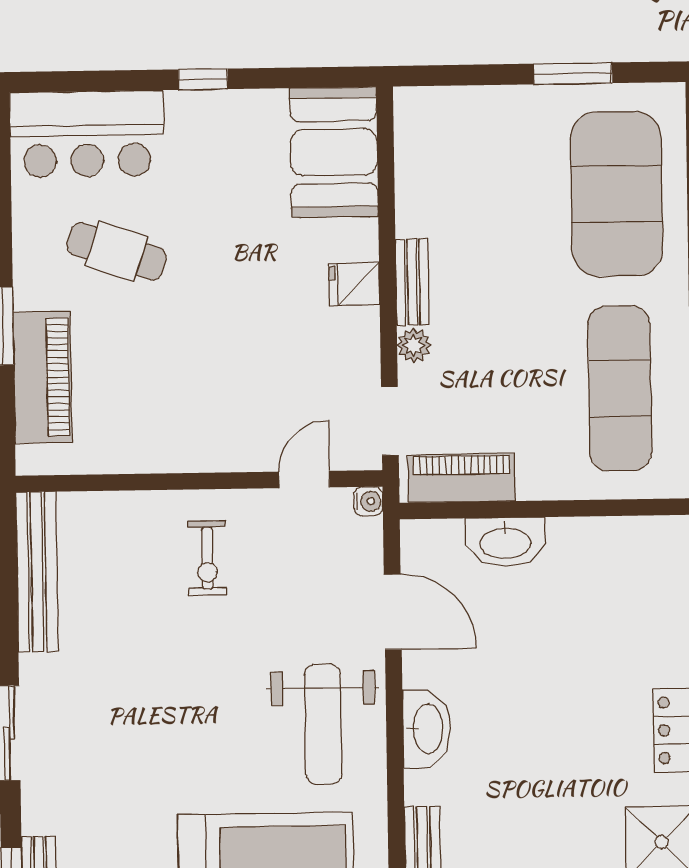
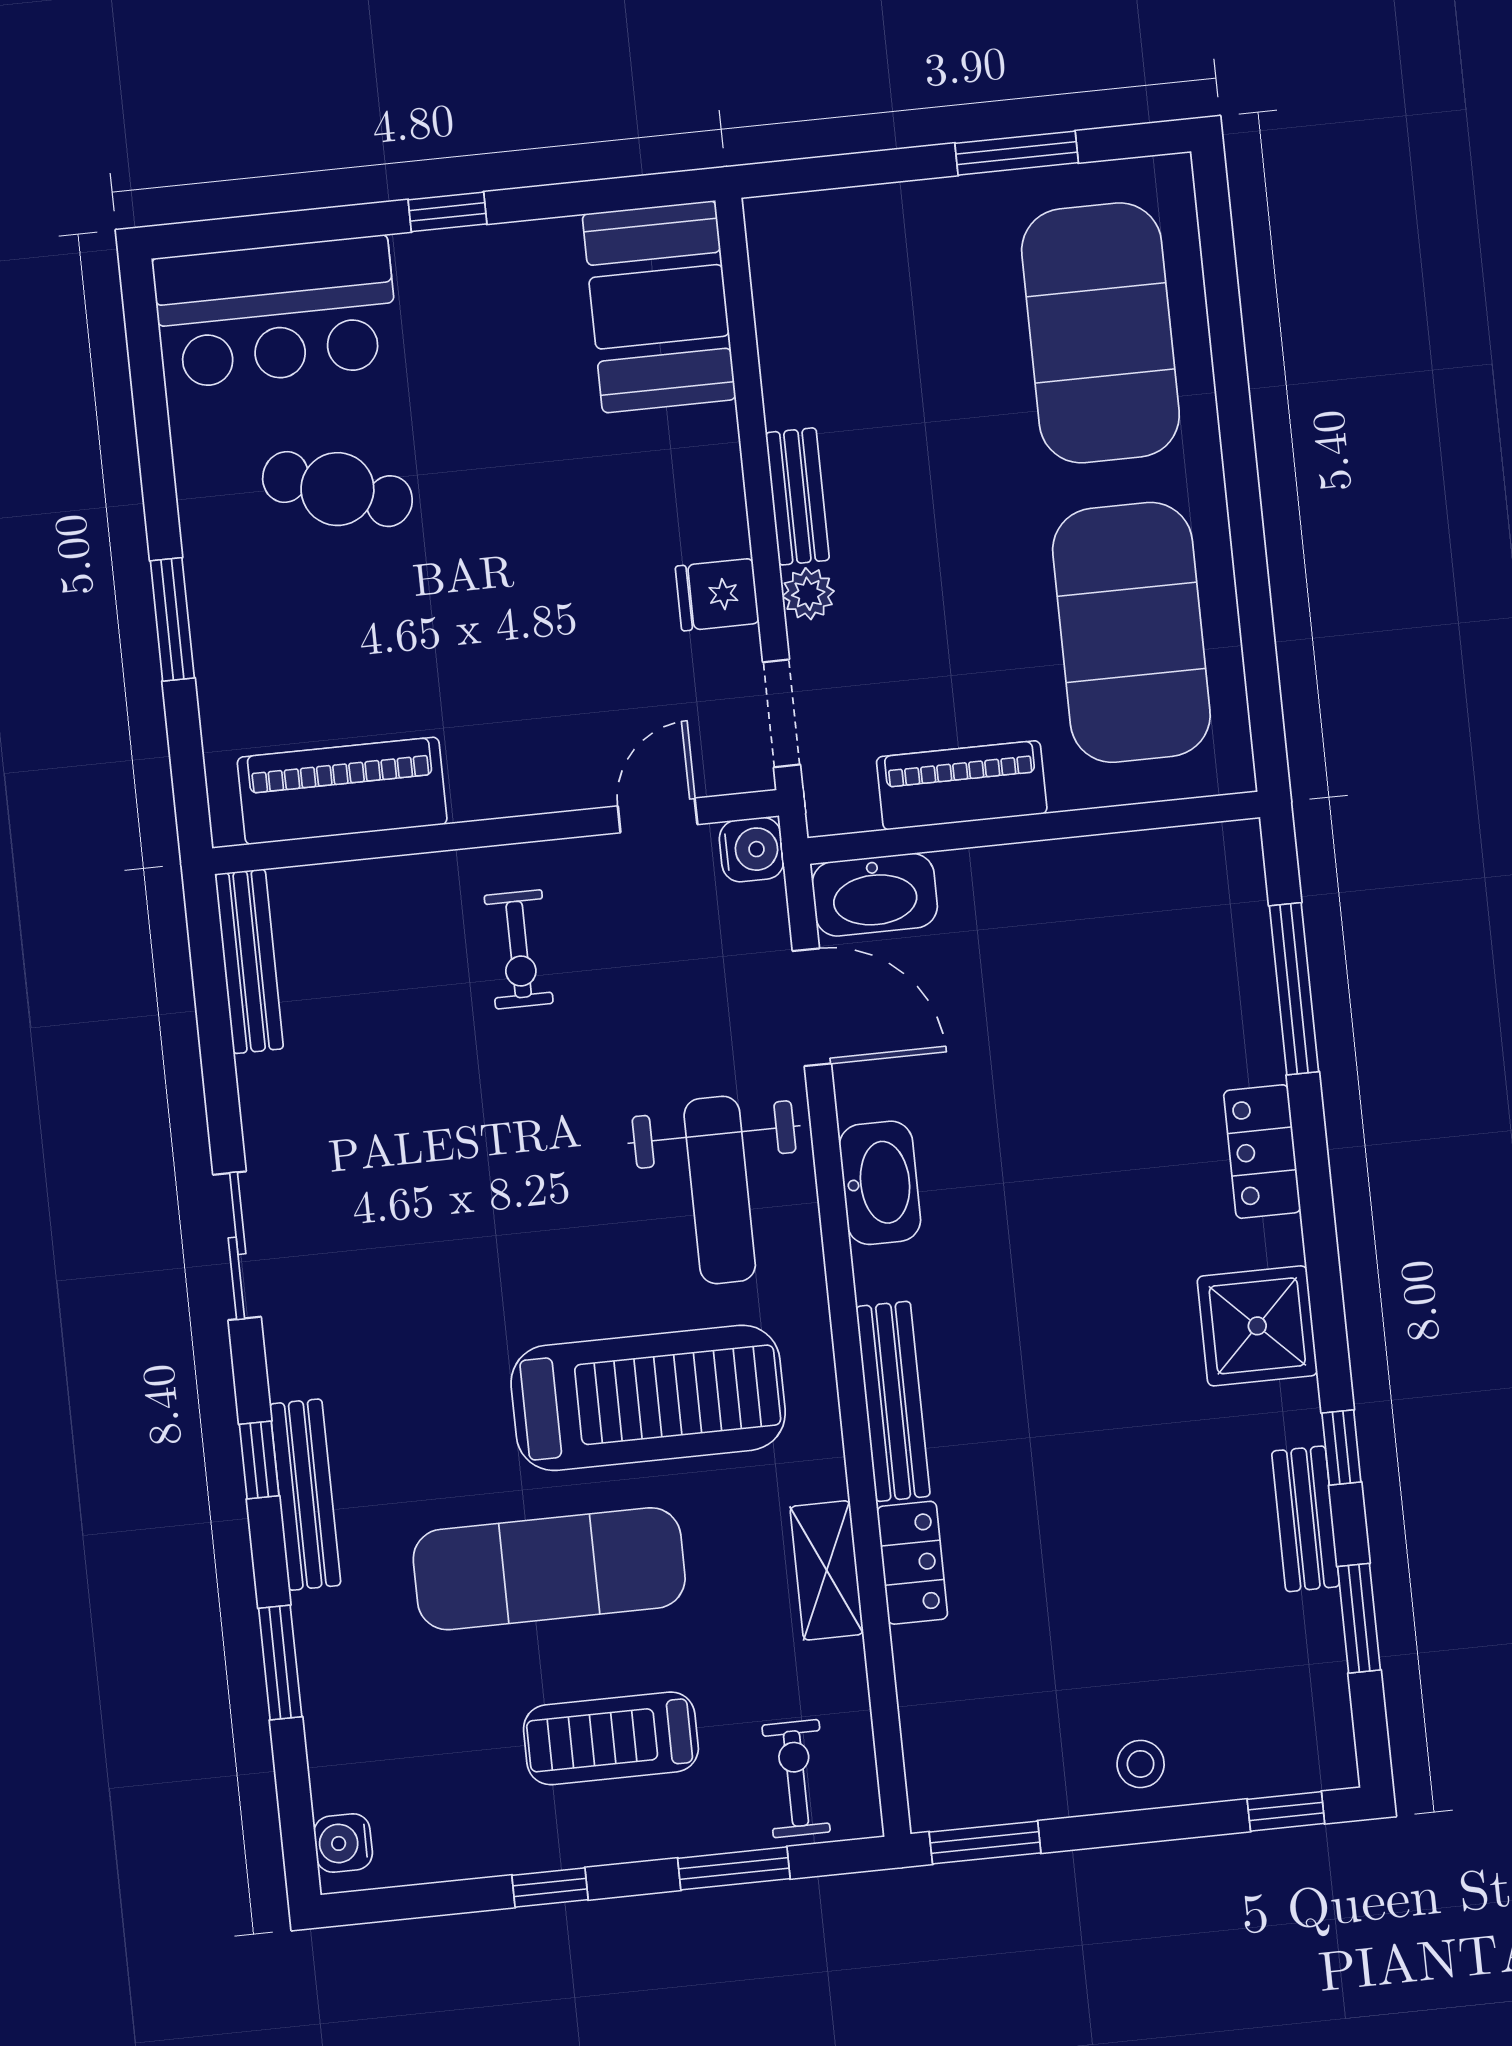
fridge: (354, 284) -> (717, 595), moved
piano: (42, 377) -> (342, 791), moved, turned -90
exercise mat: (620, 388) -> (1131, 632), width x1.47
piano: (462, 478) -> (962, 785), moved
water cooler: (368, 501) -> (752, 850), width x1.38, depth x1.38
washbasin: (505, 542) -> (875, 895), moved
bench: (37, 572) -> (249, 961), width x0.73, depth x0.82

